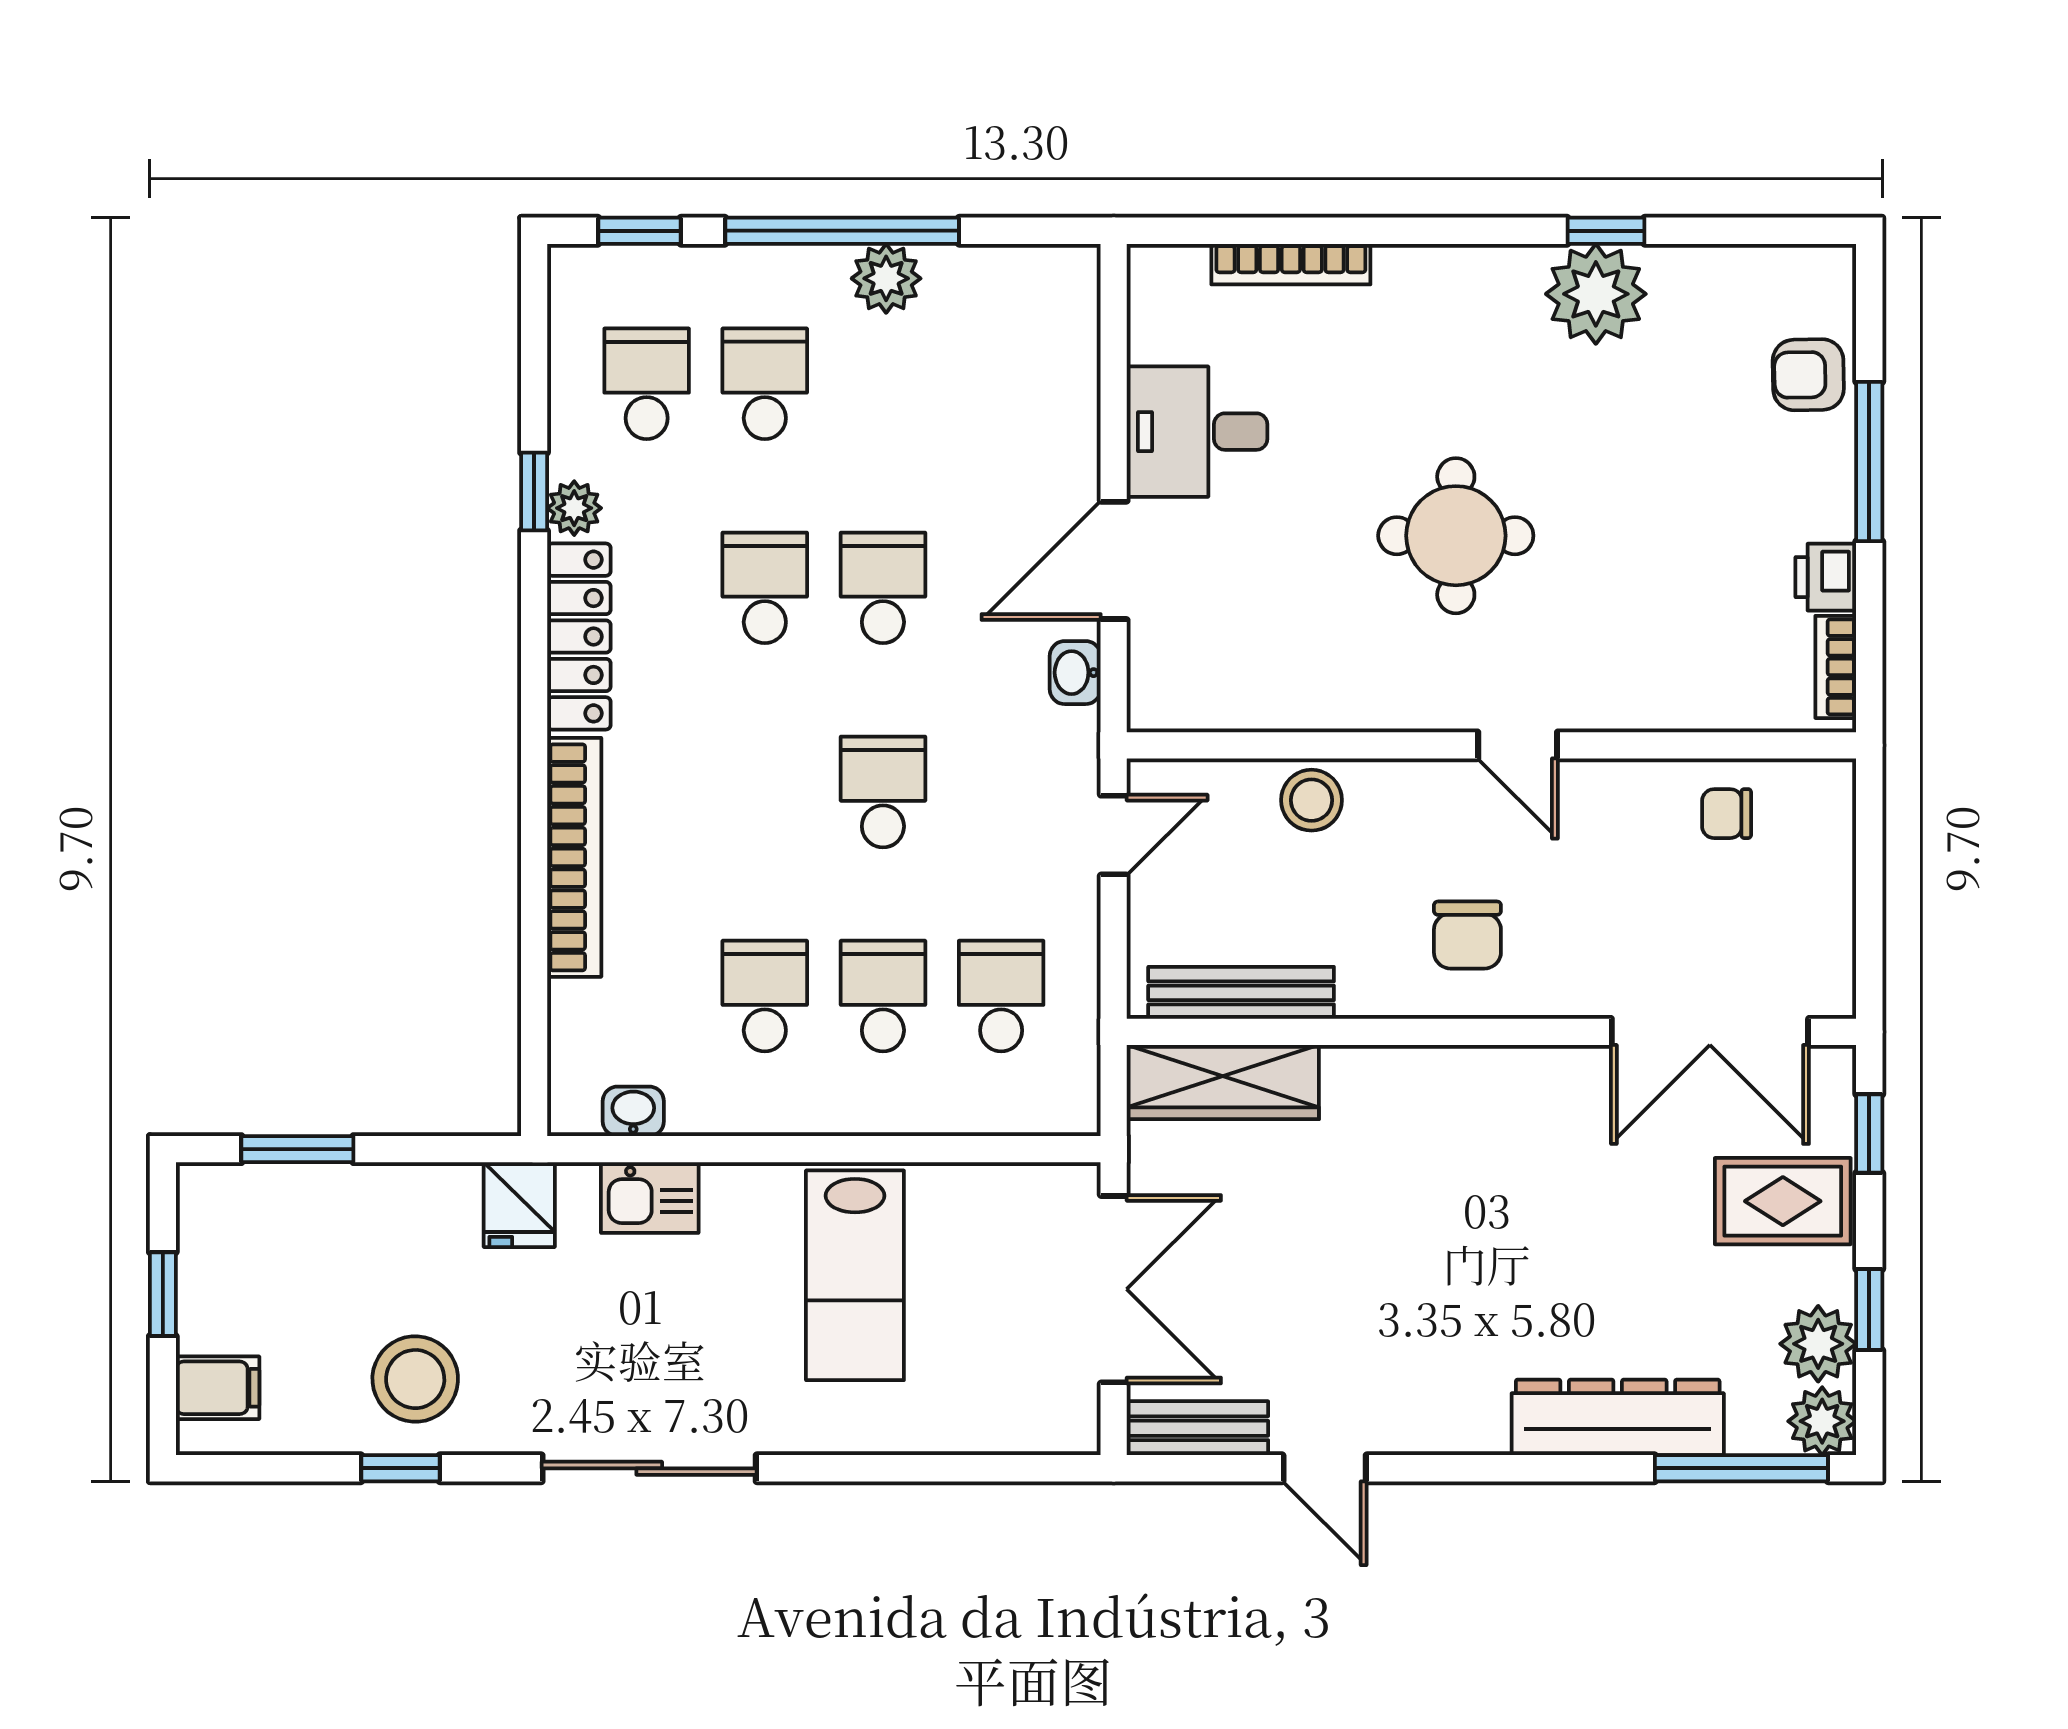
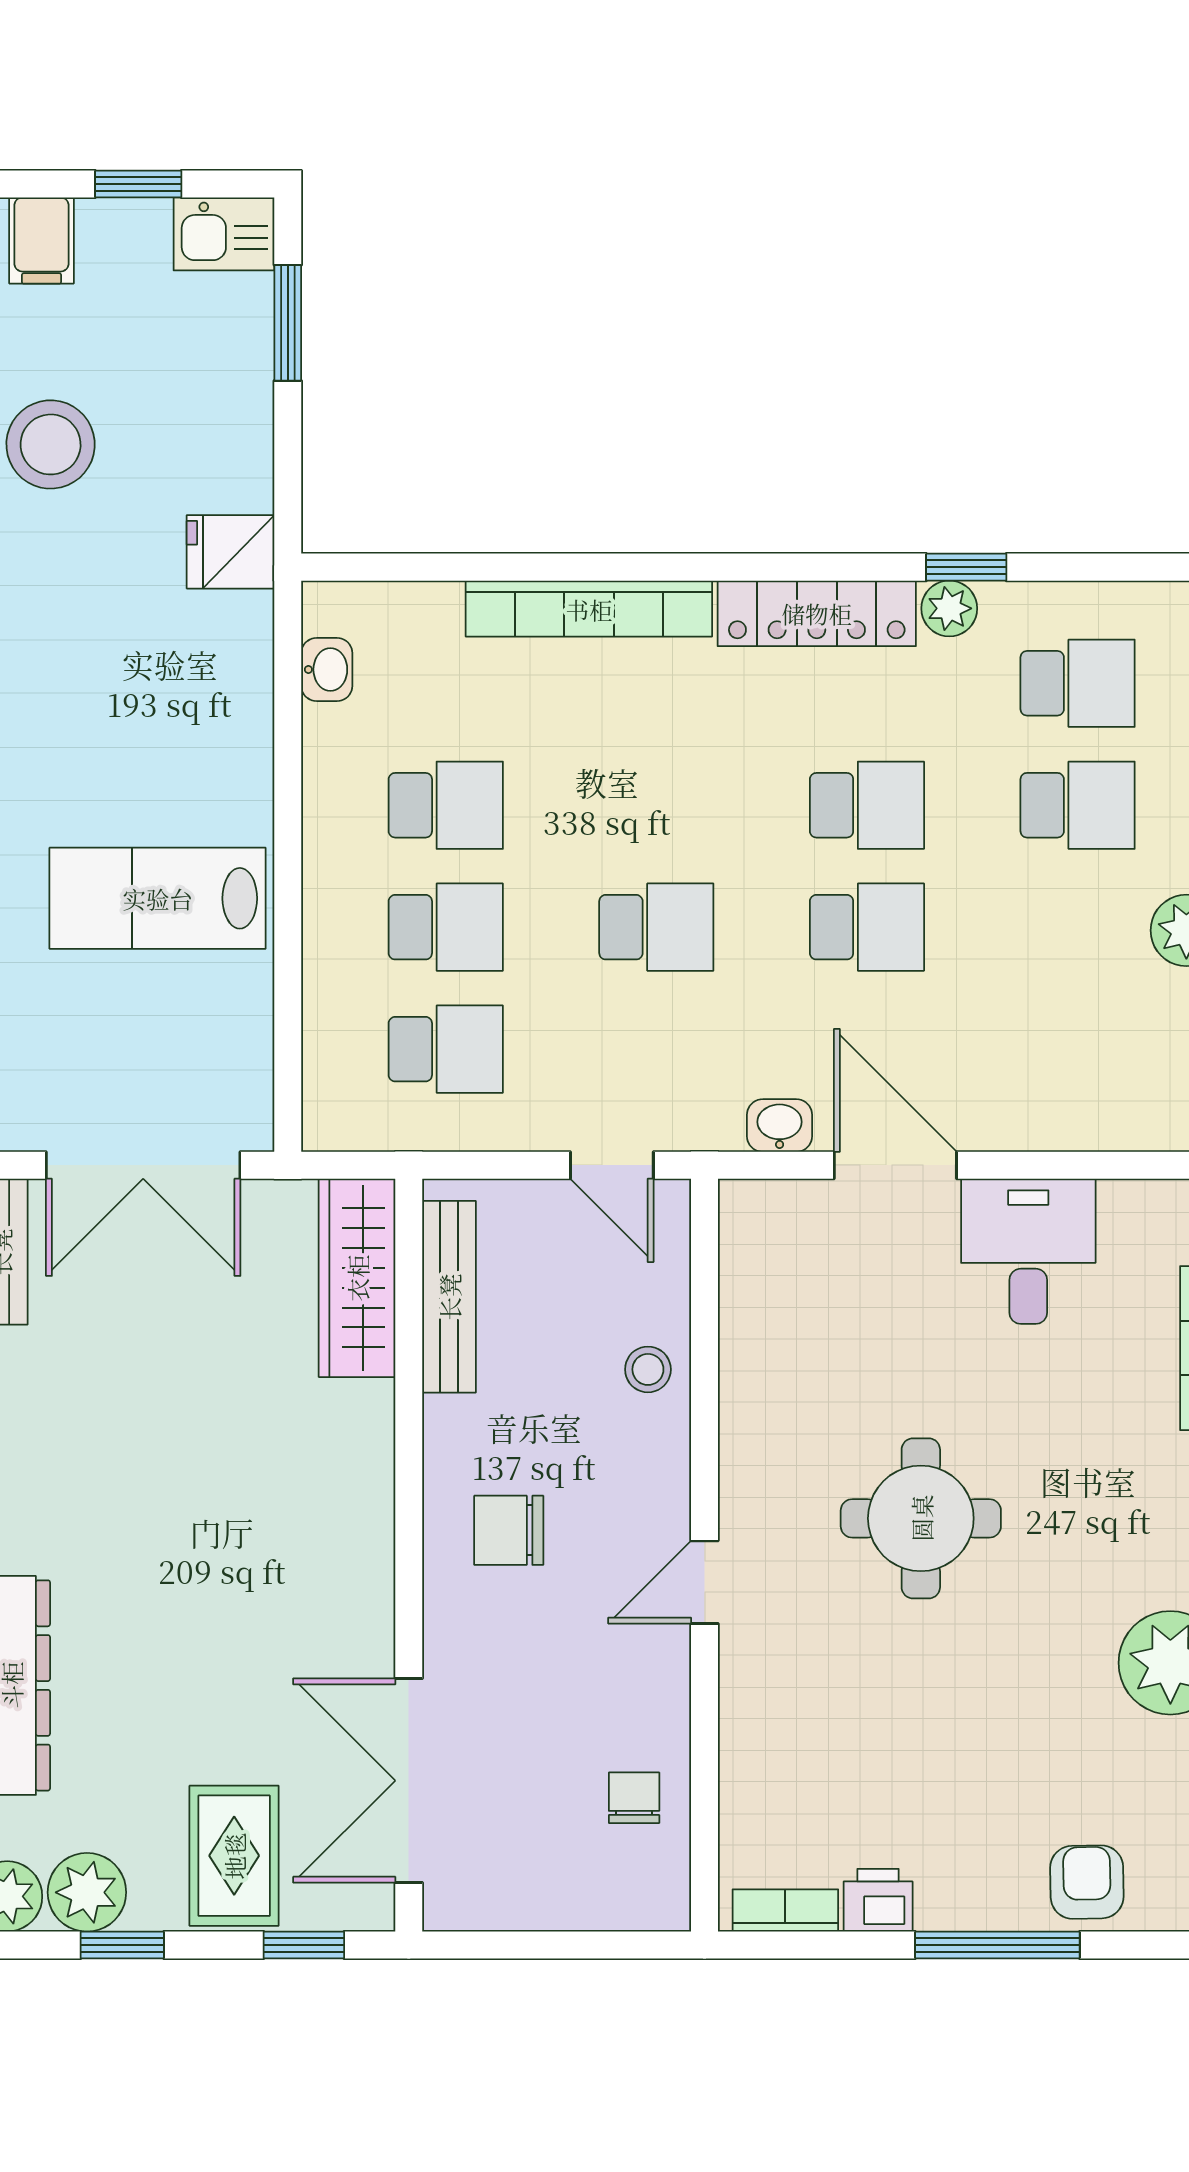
stool: (1312, 800) -> (648, 1369), width x0.73, depth x0.73
kitchen sink: (650, 1198) -> (224, 234), moved, turned -90

